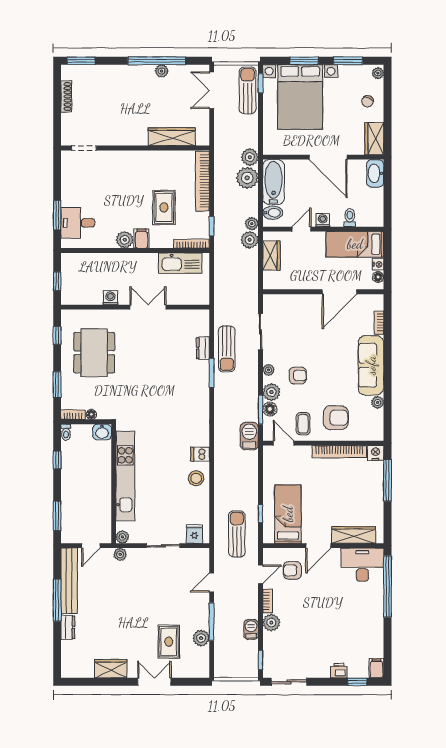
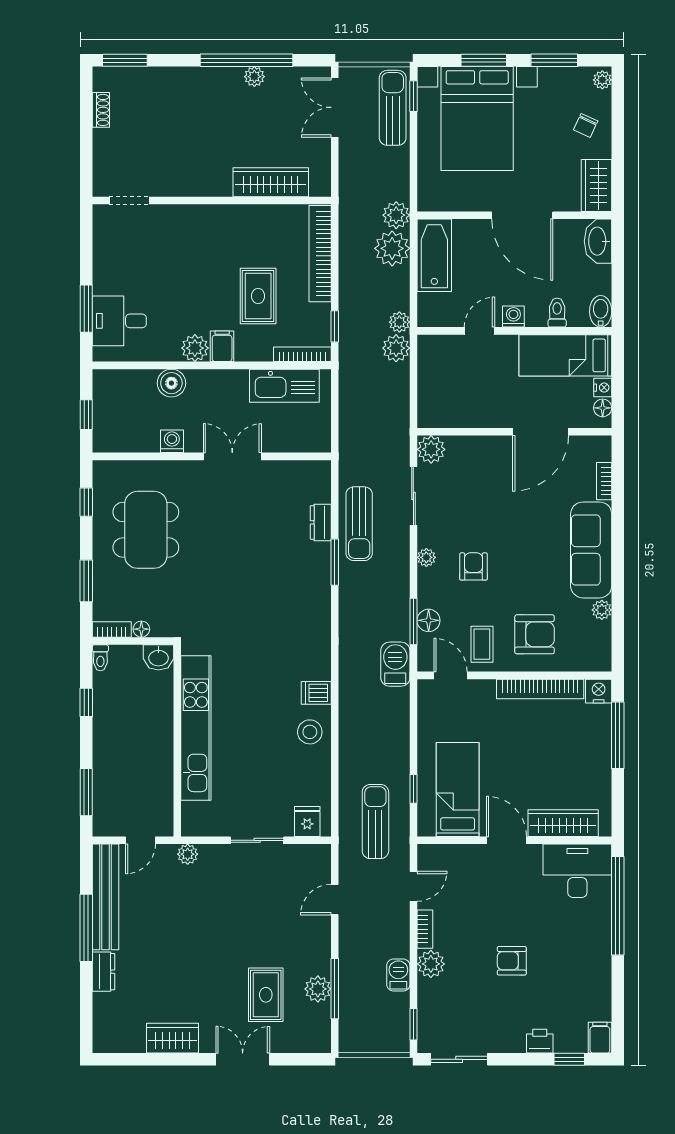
shoe rack: (66, 96) -> (101, 110), width x0.70
bidet: (273, 213) -> (601, 311), moved, turned -90
wardrobe: (271, 255) -> (431, 373), removed
boiler: (110, 262) -> (171, 383), added
armchair: (298, 375) -> (474, 566), turned -90
plant: (271, 392) -> (431, 449), moved
plant: (122, 537) -> (191, 826), removed
door: (318, 546) -> (506, 840), swing flipped
armchair: (292, 570) -> (512, 961), moved
window: (212, 622) -> (335, 989), moved

